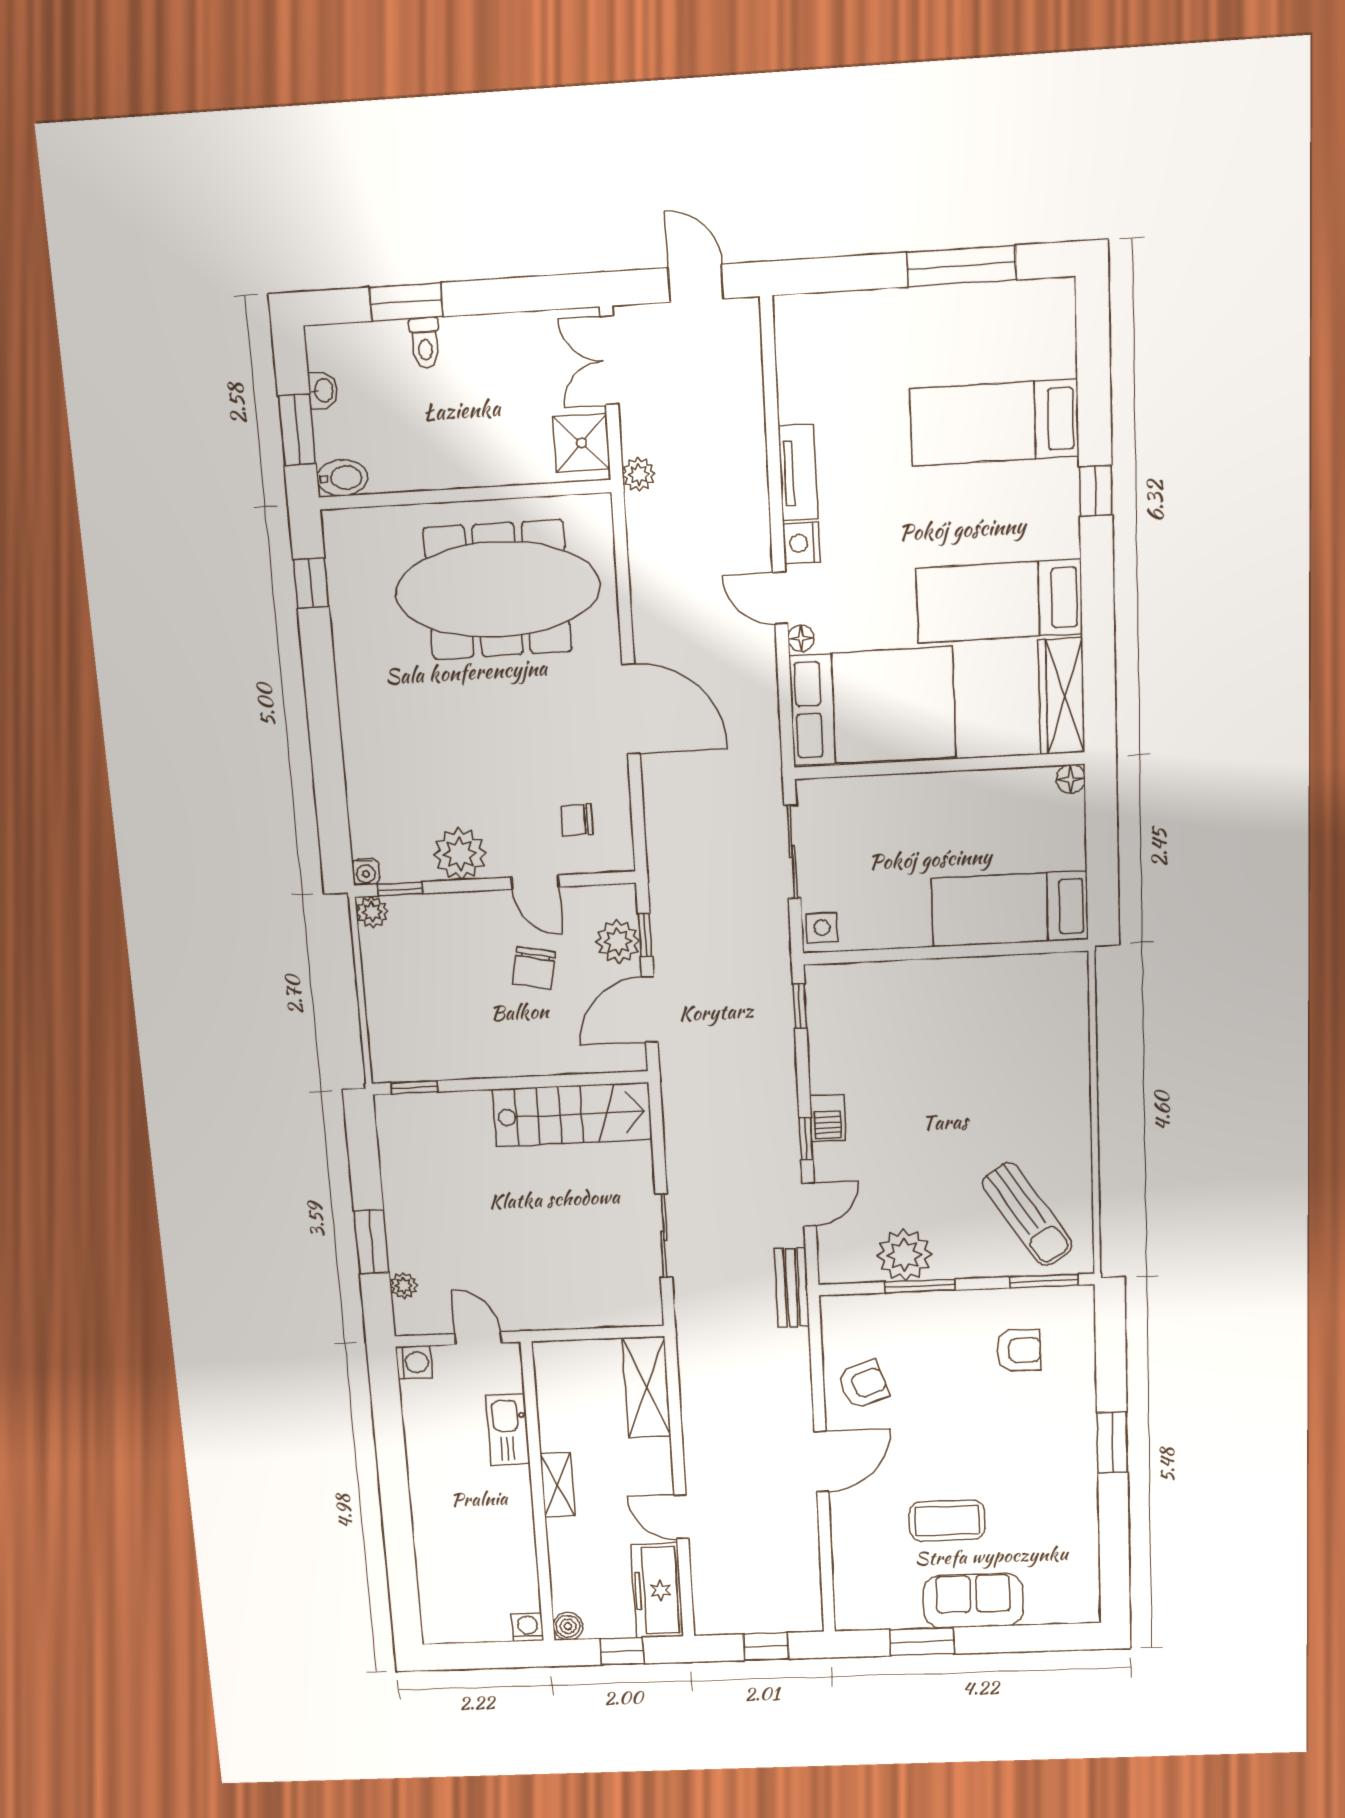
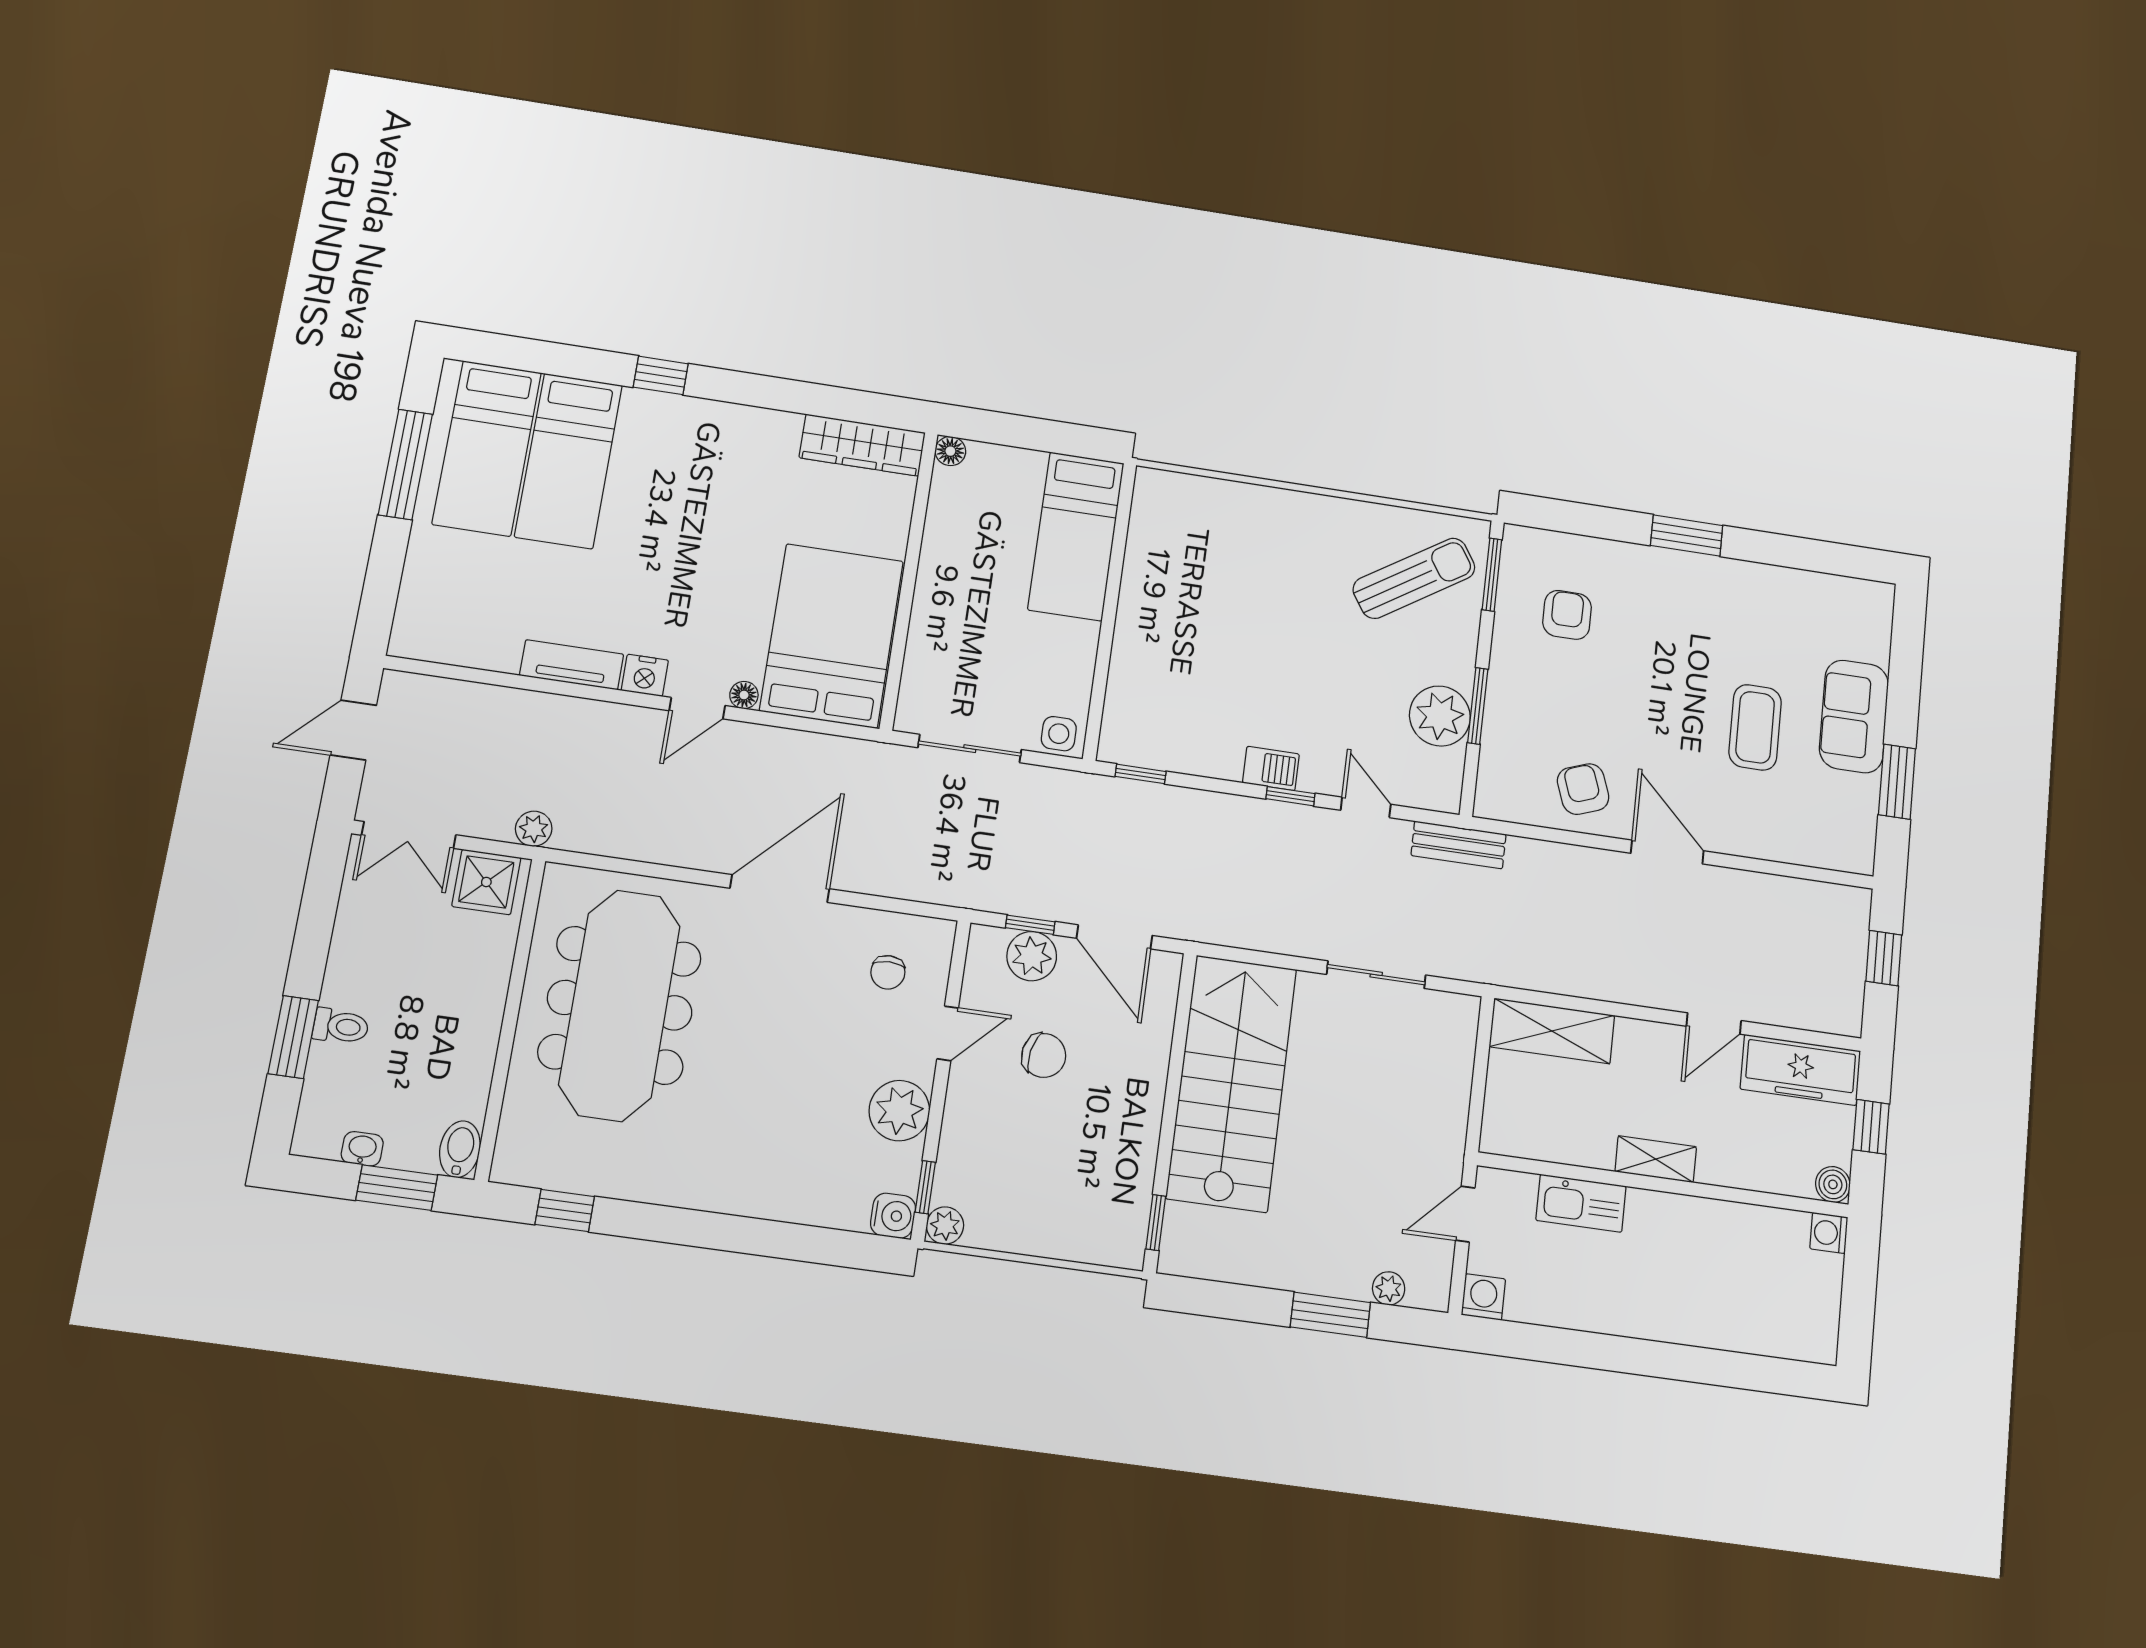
bed: (999, 601) -> (487, 448), moved
water cooler: (366, 872) -> (893, 1216), width x1.38, depth x1.38
stairs: (572, 1114) -> (1232, 1083), width x1.36, depth x1.51

